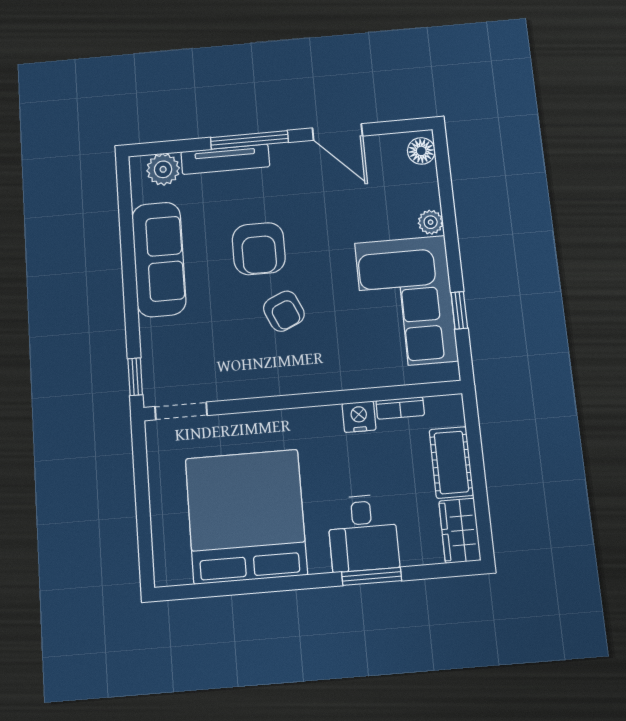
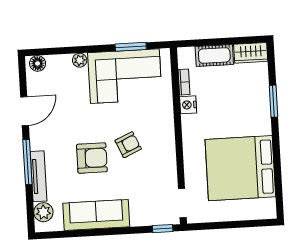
window: (459, 310) -> (131, 47), width x1.50
desk: (363, 533) -> (251, 105), removed

